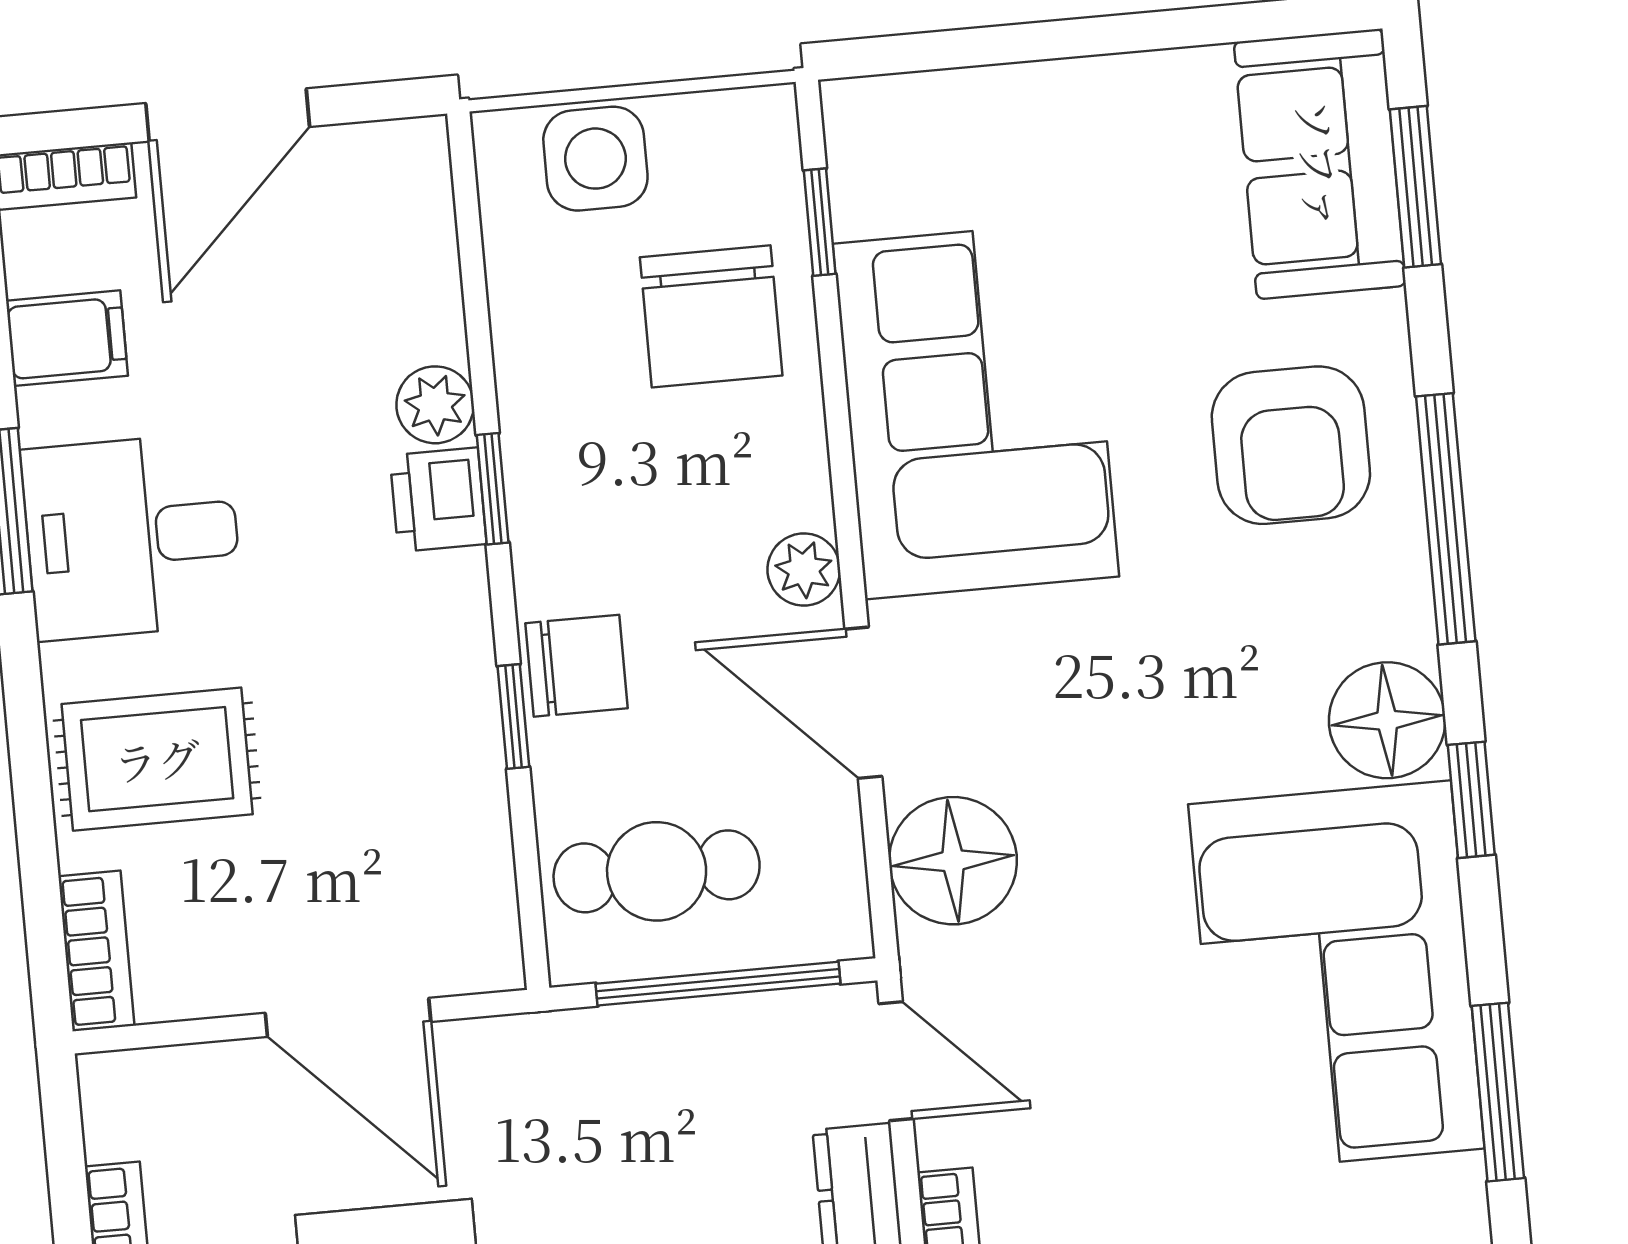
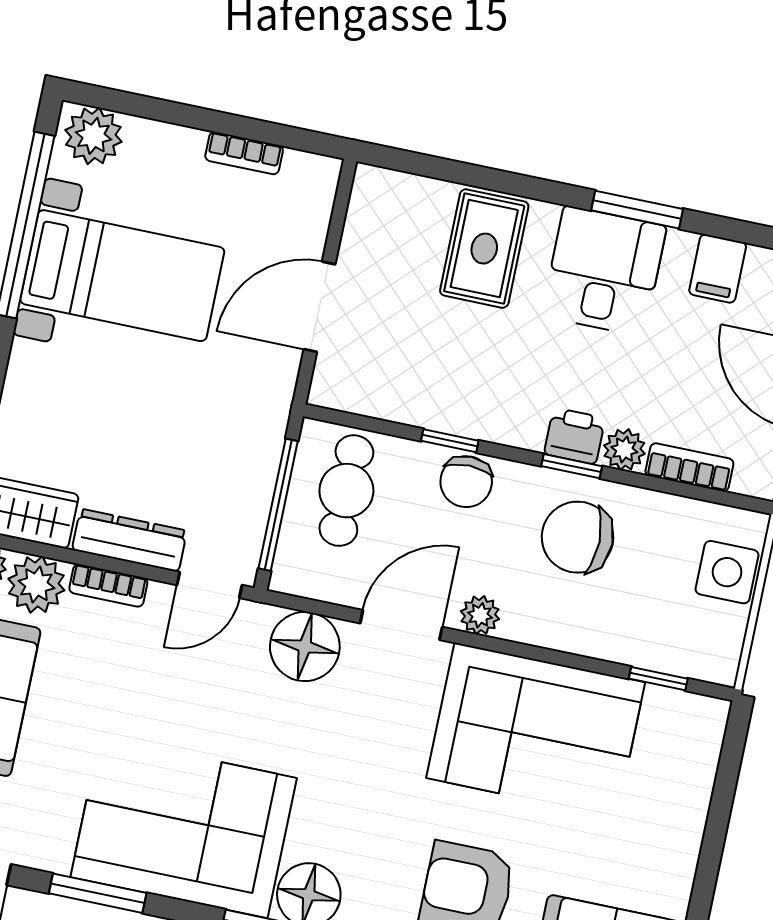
chair: (711, 316) -> (577, 537), moved
bookcase: (96, 951) -> (689, 467), moved, turned 180

